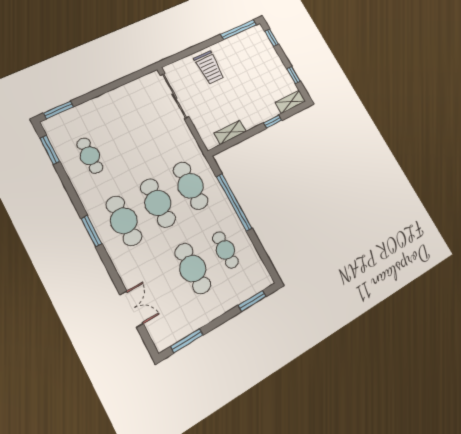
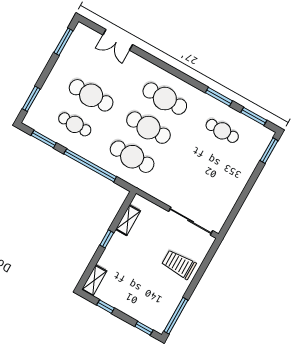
window: (273, 122) -> (107, 239), moved
window: (91, 231) -> (219, 97), moved
window: (263, 254) -> (44, 139), added

